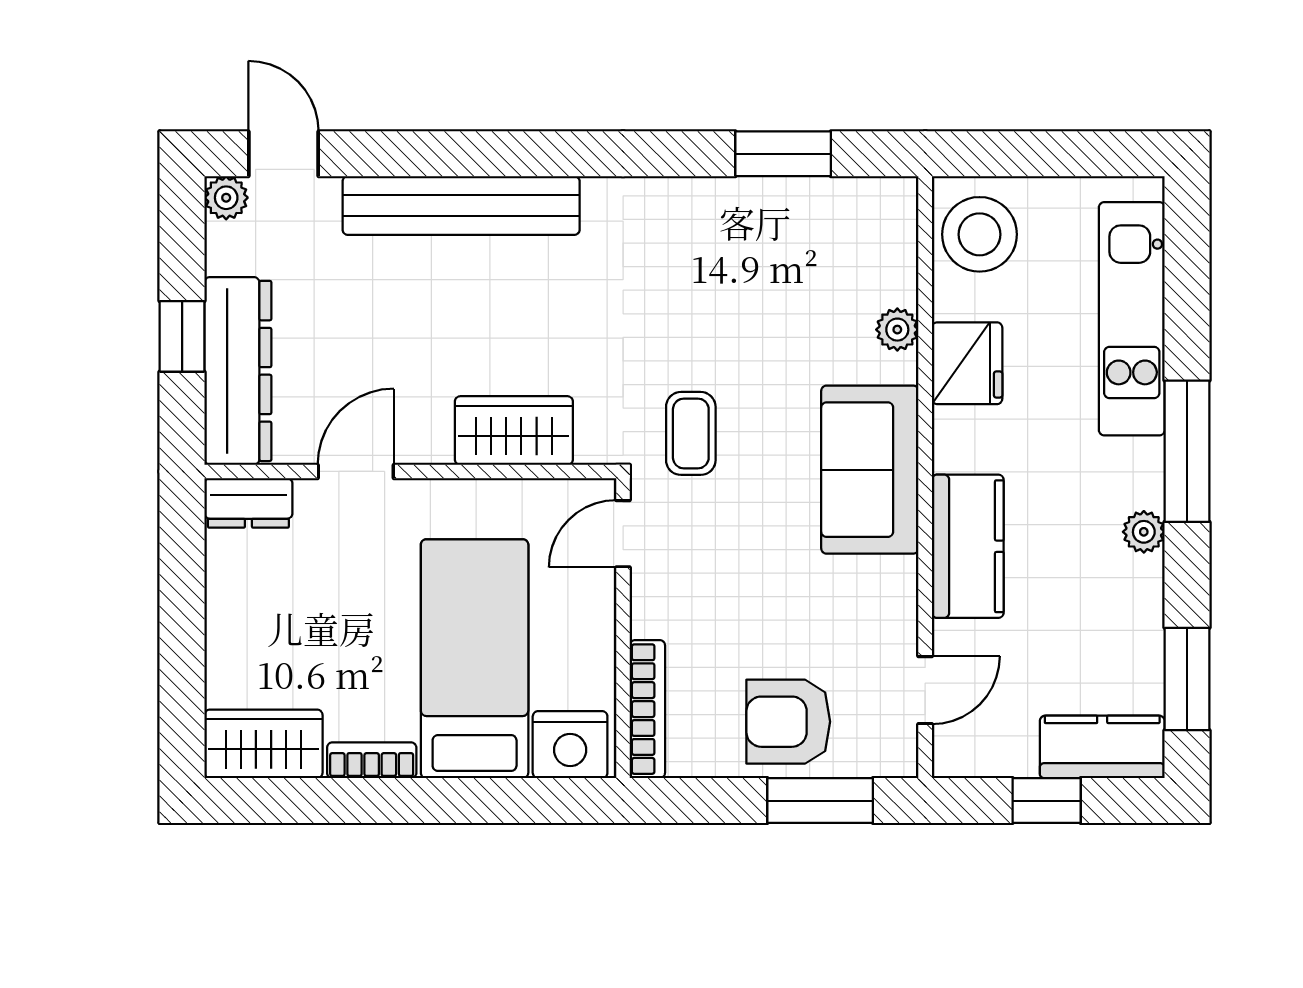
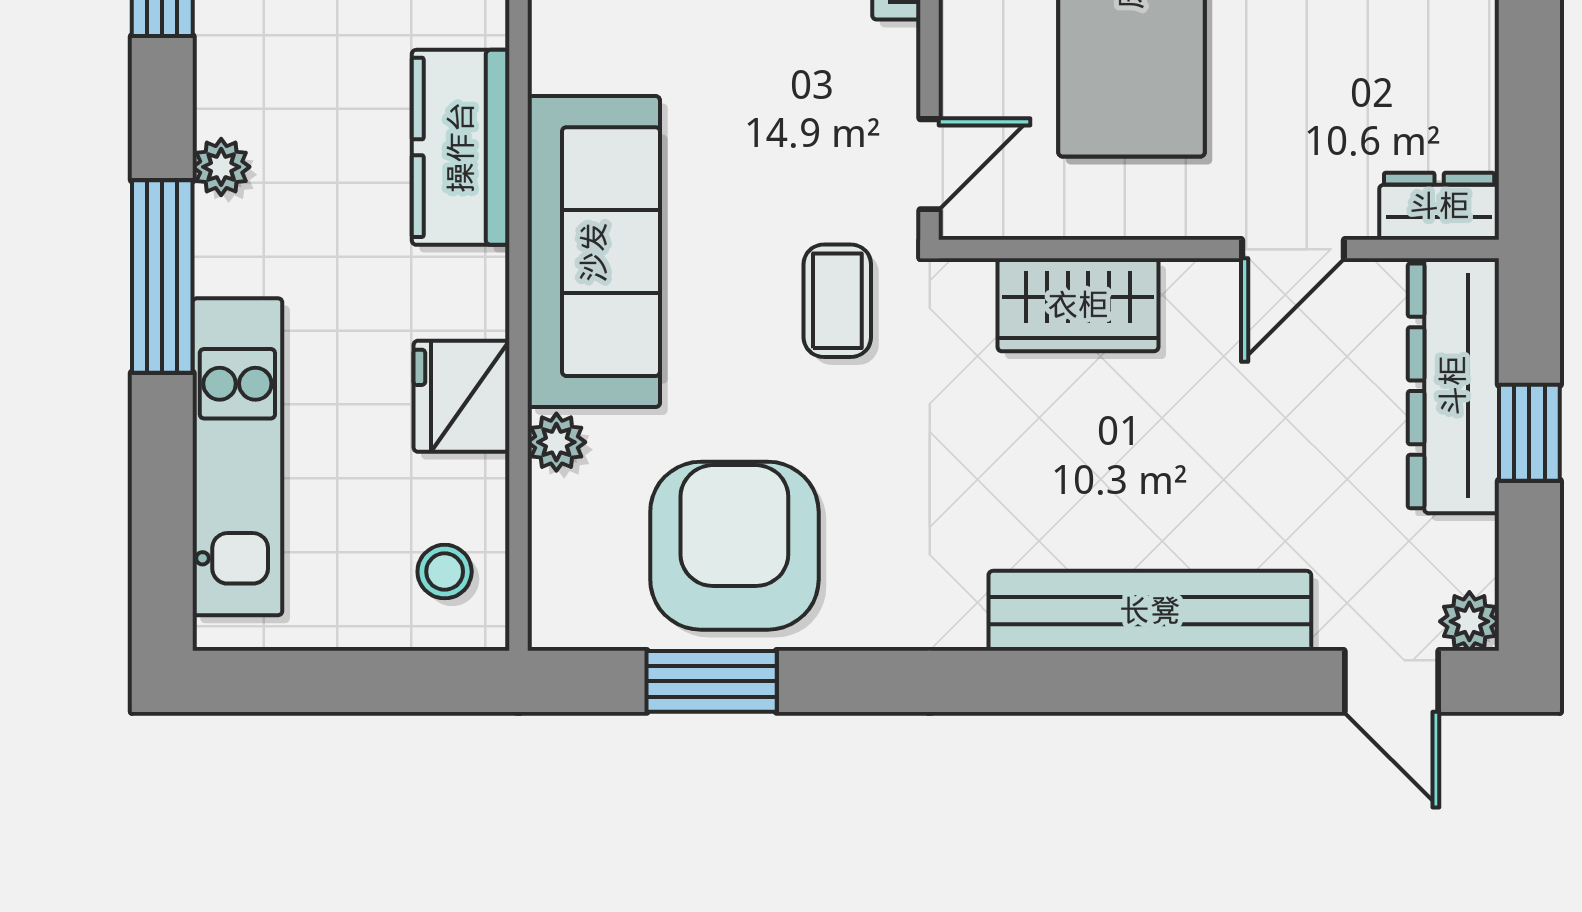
stool: (979, 234) -> (445, 572), width x0.53, depth x0.53
armchair: (766, 253) -> (734, 546), added
sofa: (870, 470) -> (594, 252), width x1.36

